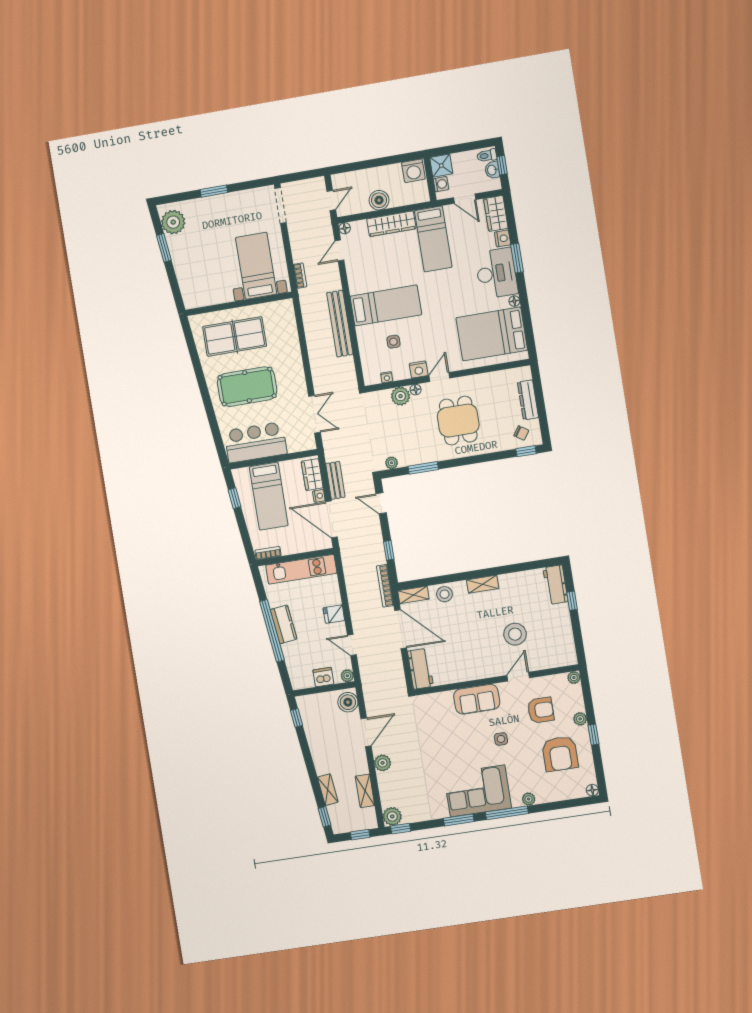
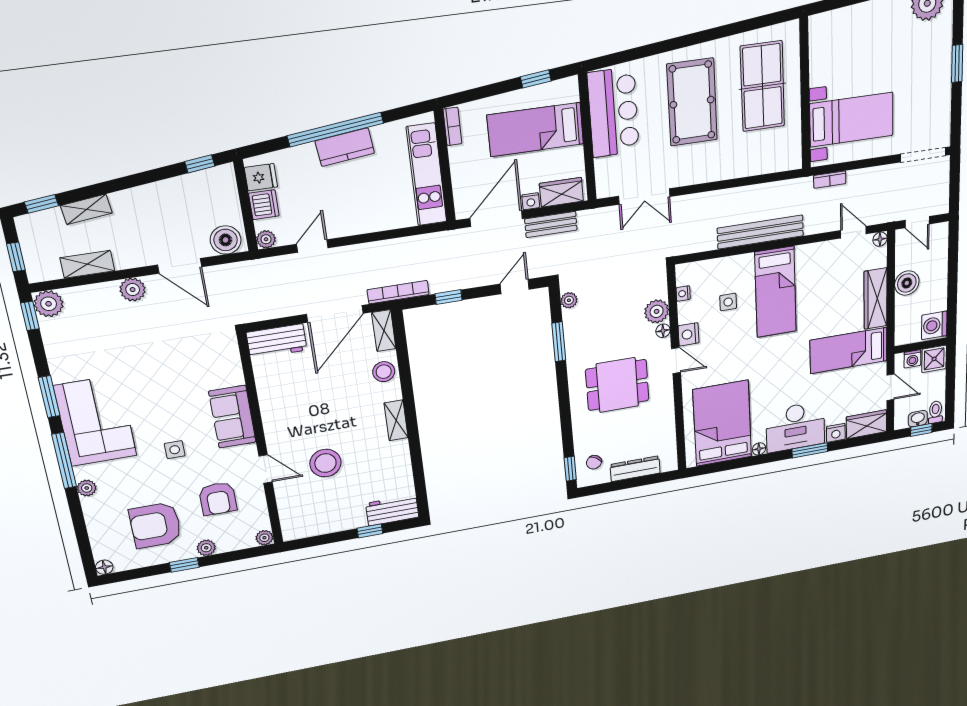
door: (465, 199) -> (890, 387), swing flipped
fridge: (334, 614) -> (261, 177), moved, turned 90

